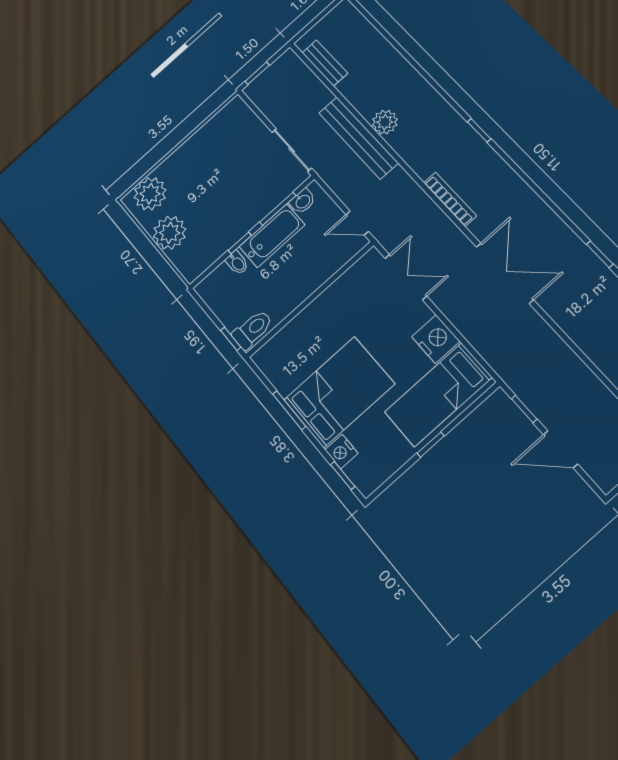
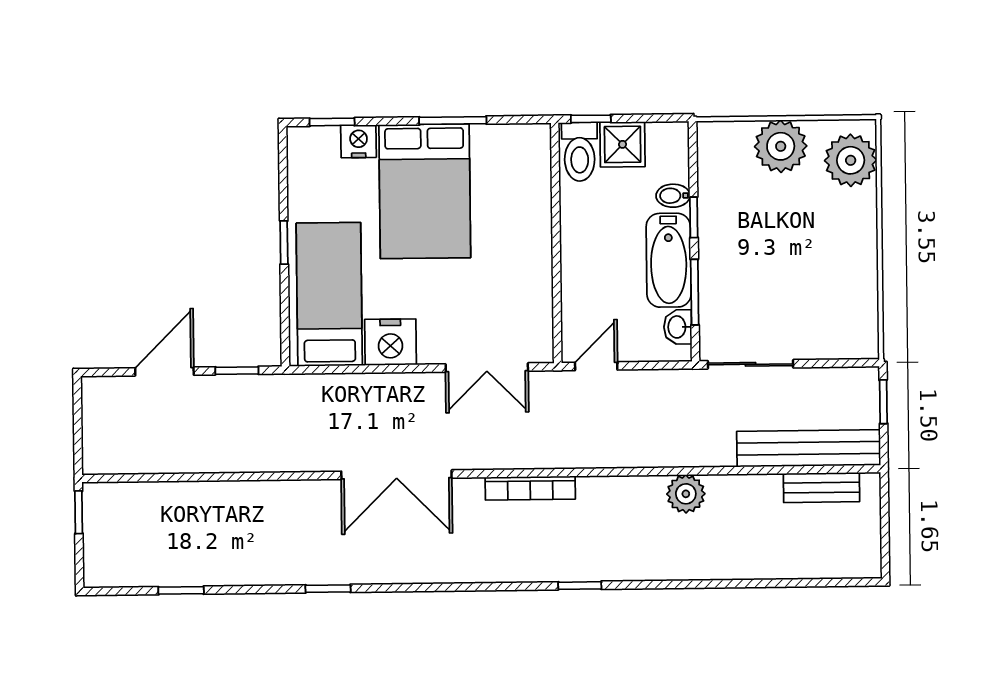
bench: (358, 138) -> (809, 448), moved
shower: (231, 311) -> (623, 144), added

